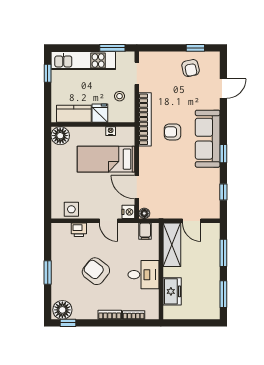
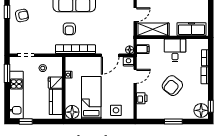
bookcase: (145, 119) -> (75, 49), moved
bed: (106, 159) -> (91, 98), moved, turned 180
side table: (71, 209) -> (116, 110), moved
freezer: (172, 291) -> (191, 29), width x1.40

